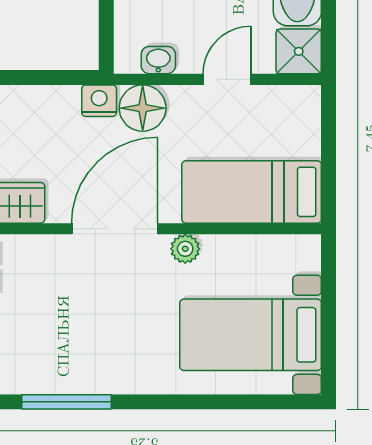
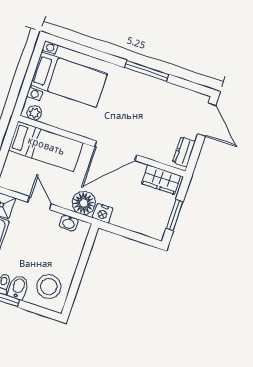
door: (227, 79) -> (40, 203), swing flipped
plant: (185, 249) -> (34, 113), moved
window: (67, 402) -> (147, 71), moved

